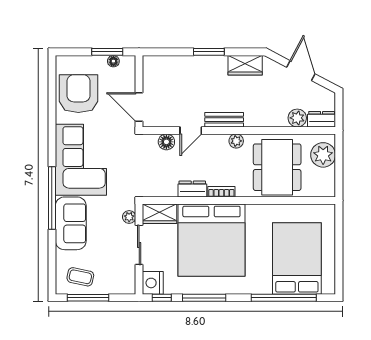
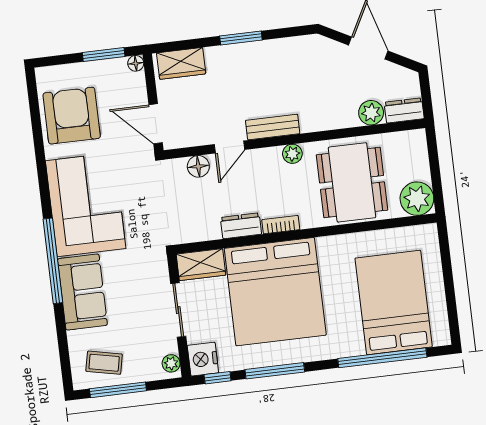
floor lamp: (113, 61) -> (136, 63), moved
wardrobe: (245, 65) -> (181, 63), moved
plant: (323, 155) -> (417, 199), moved
plant: (129, 217) -> (171, 363), moved

